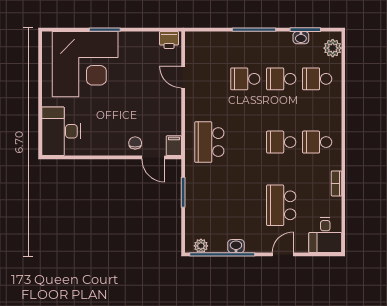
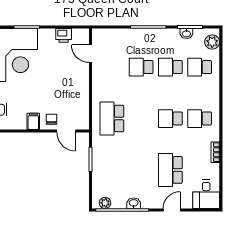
printer: (169, 40) -> (64, 35), moved
door: (183, 77) -> (91, 54), moved
filing cabinet: (174, 146) -> (33, 121), moved

